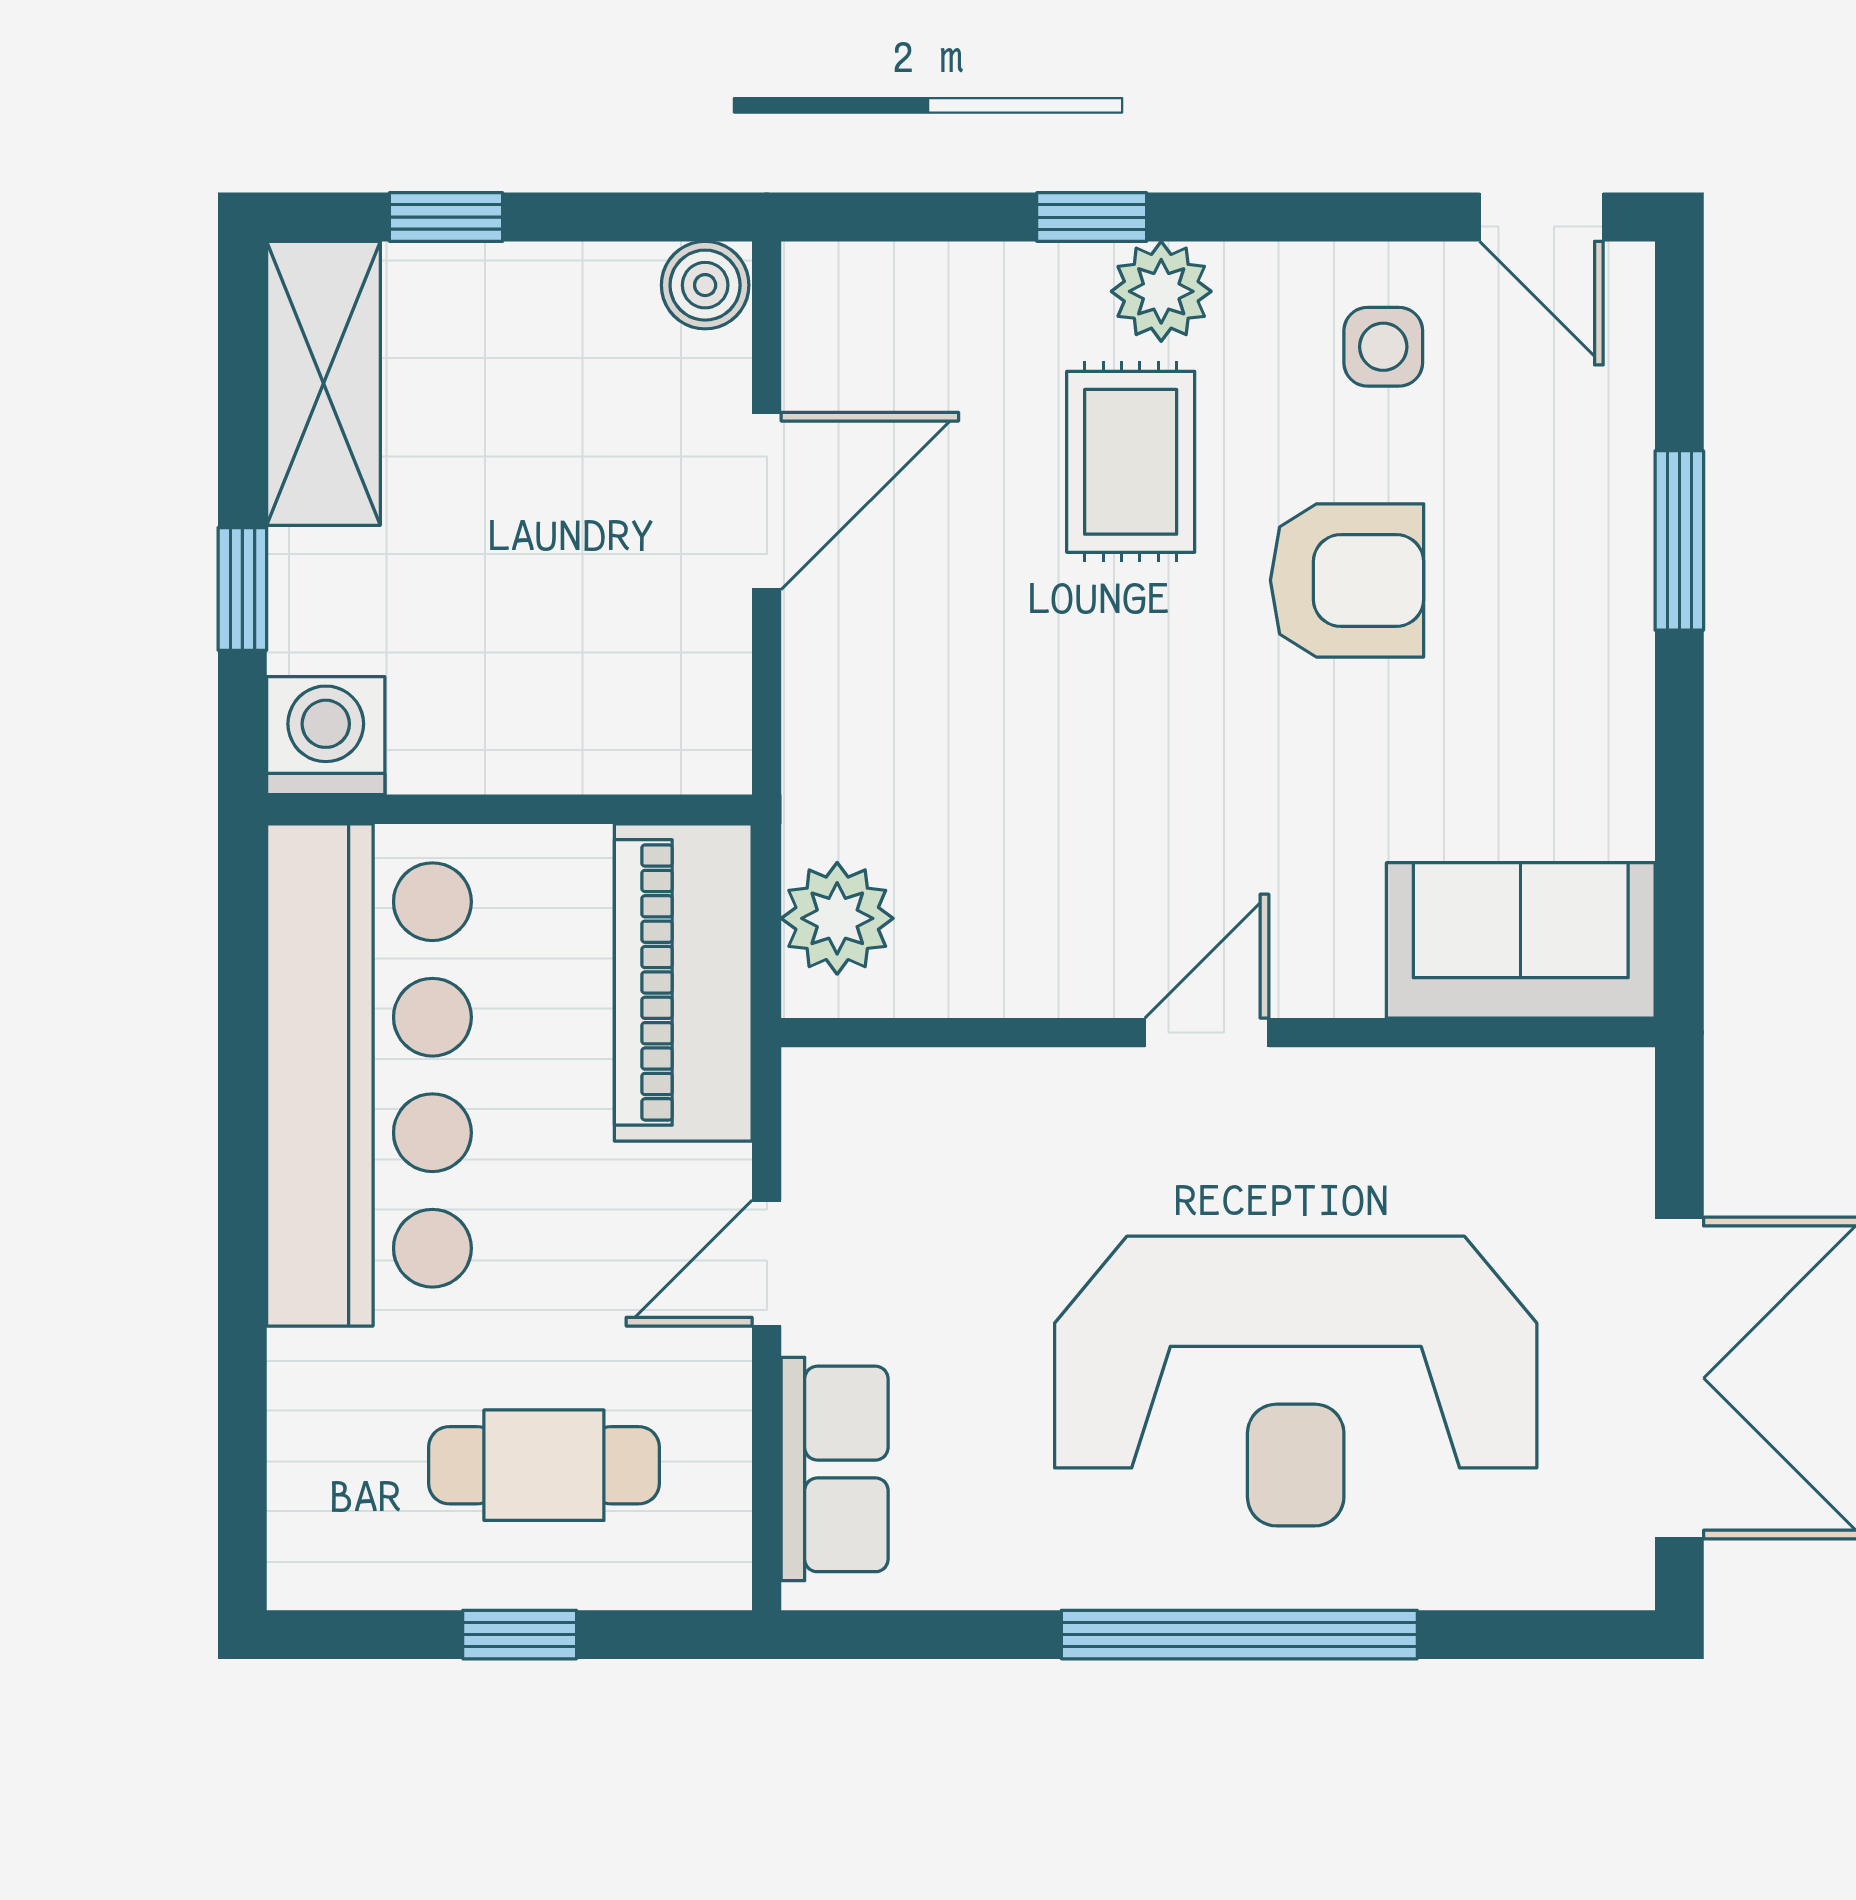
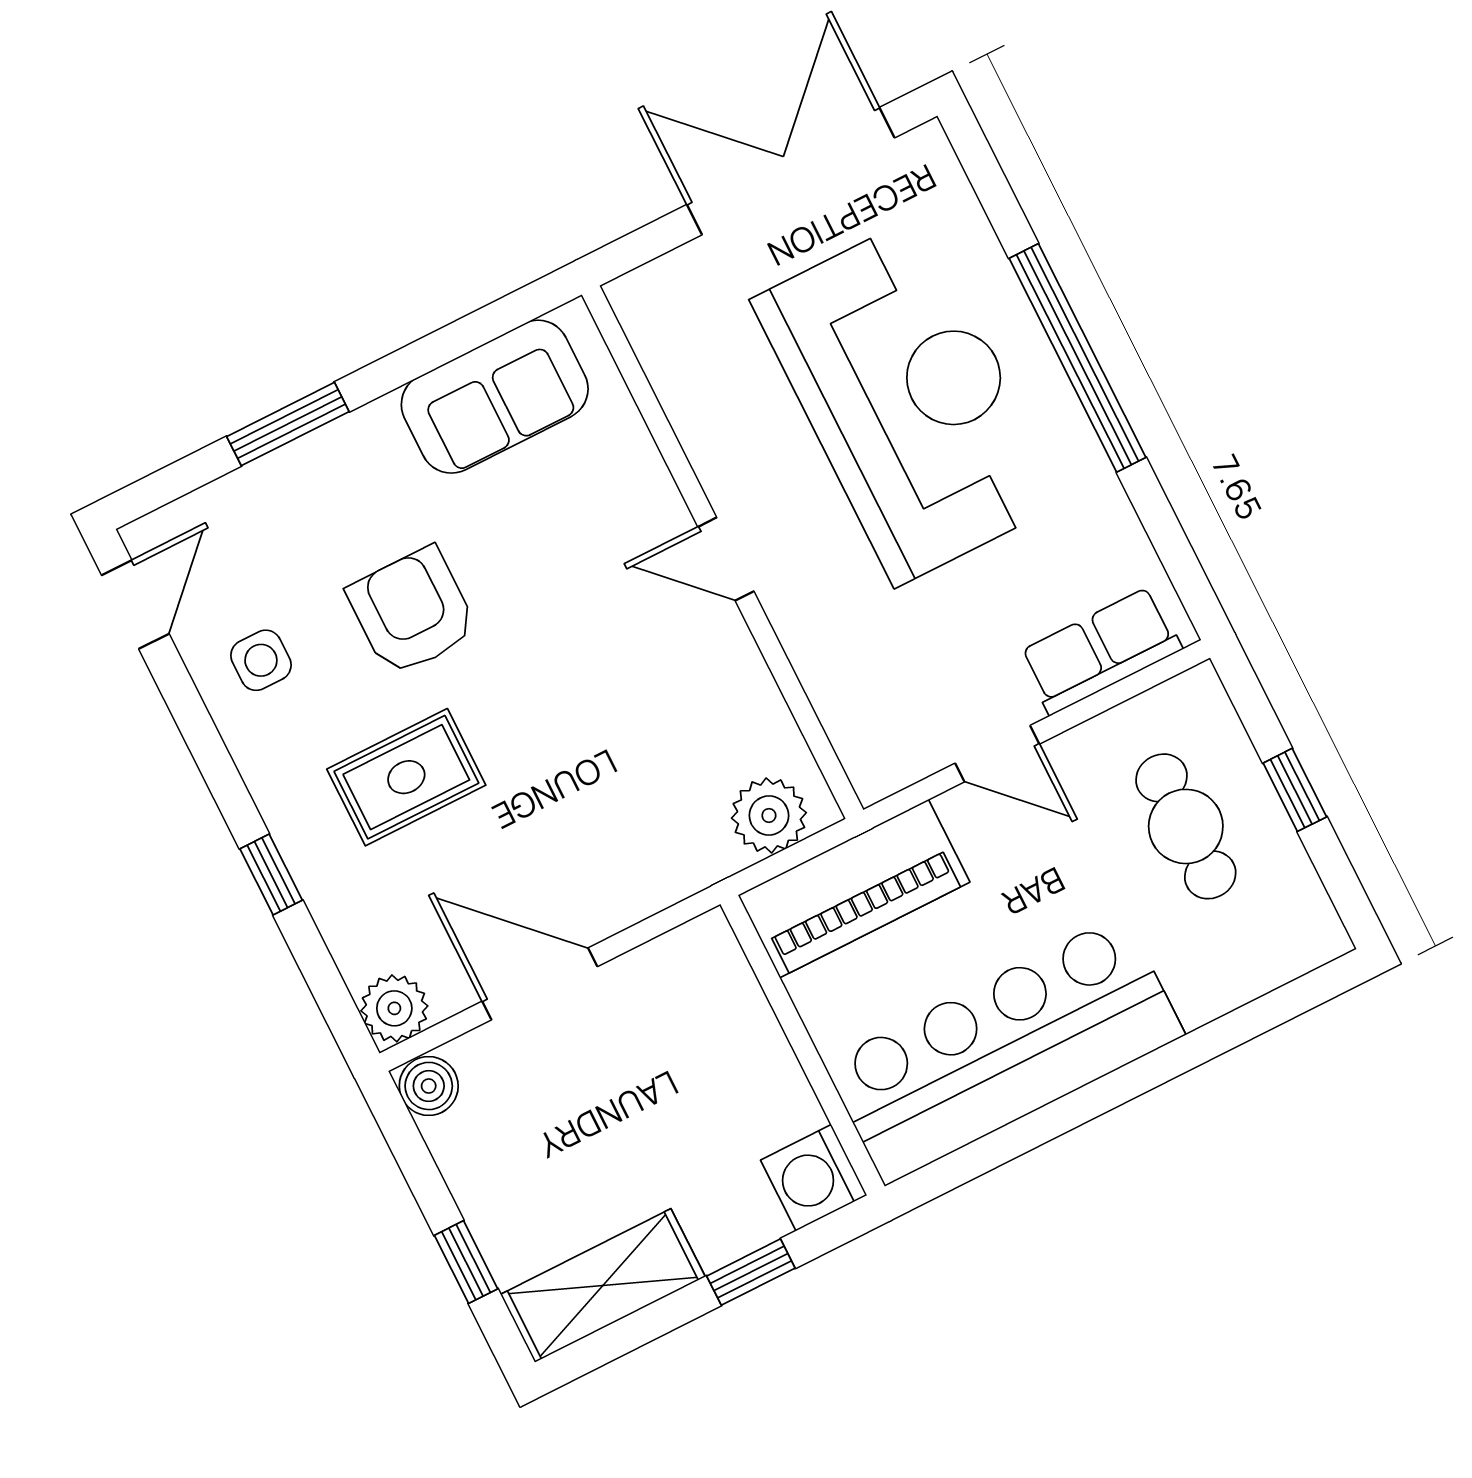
plant: (1161, 291) -> (394, 1008), moved
sofa: (1521, 940) -> (495, 397), moved, turned -90

